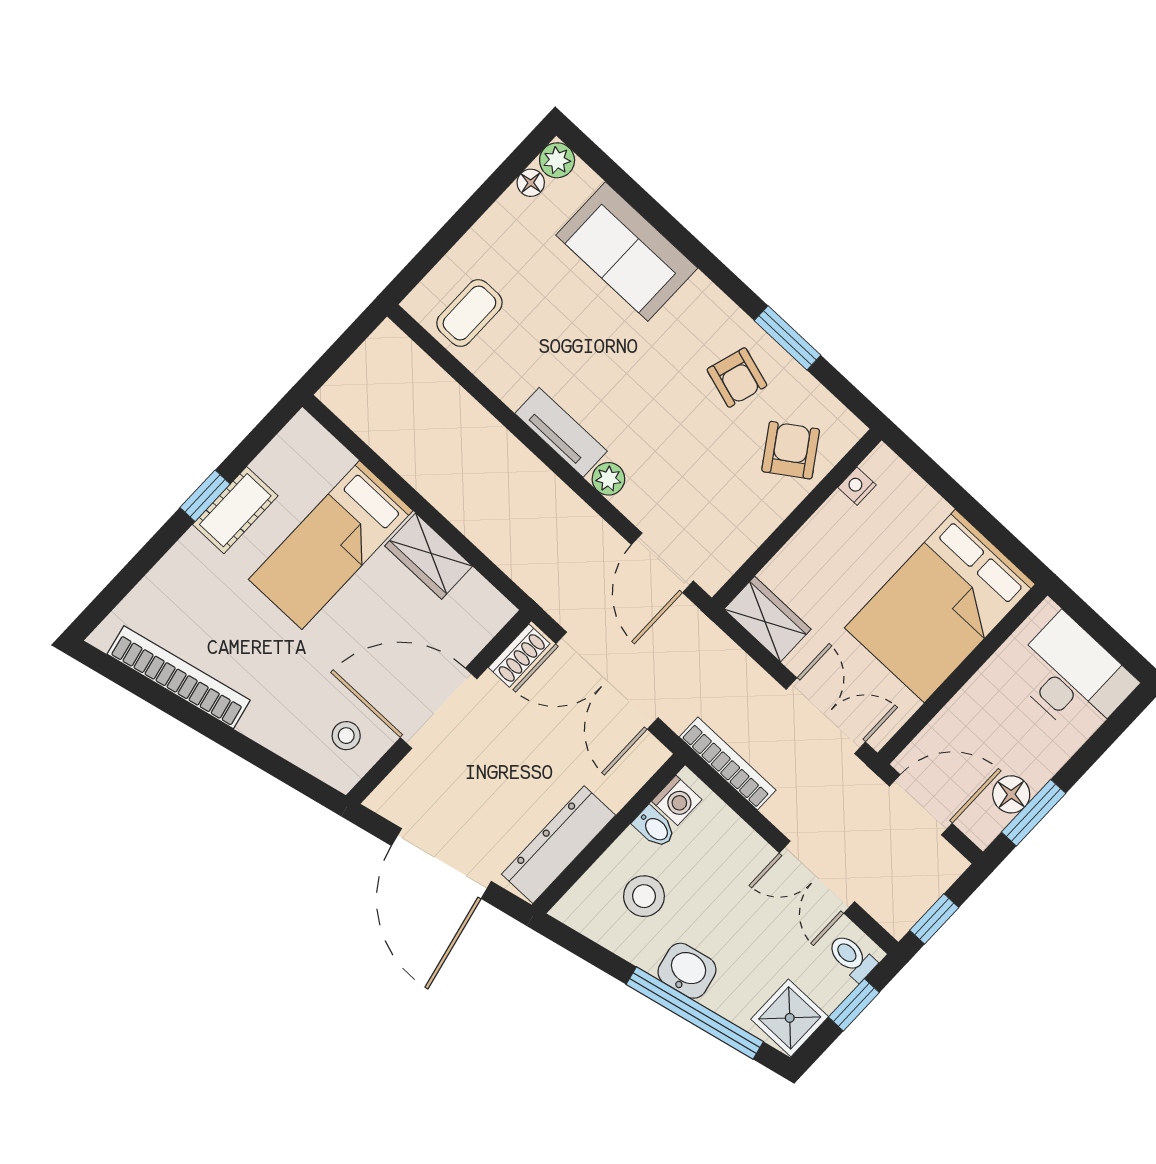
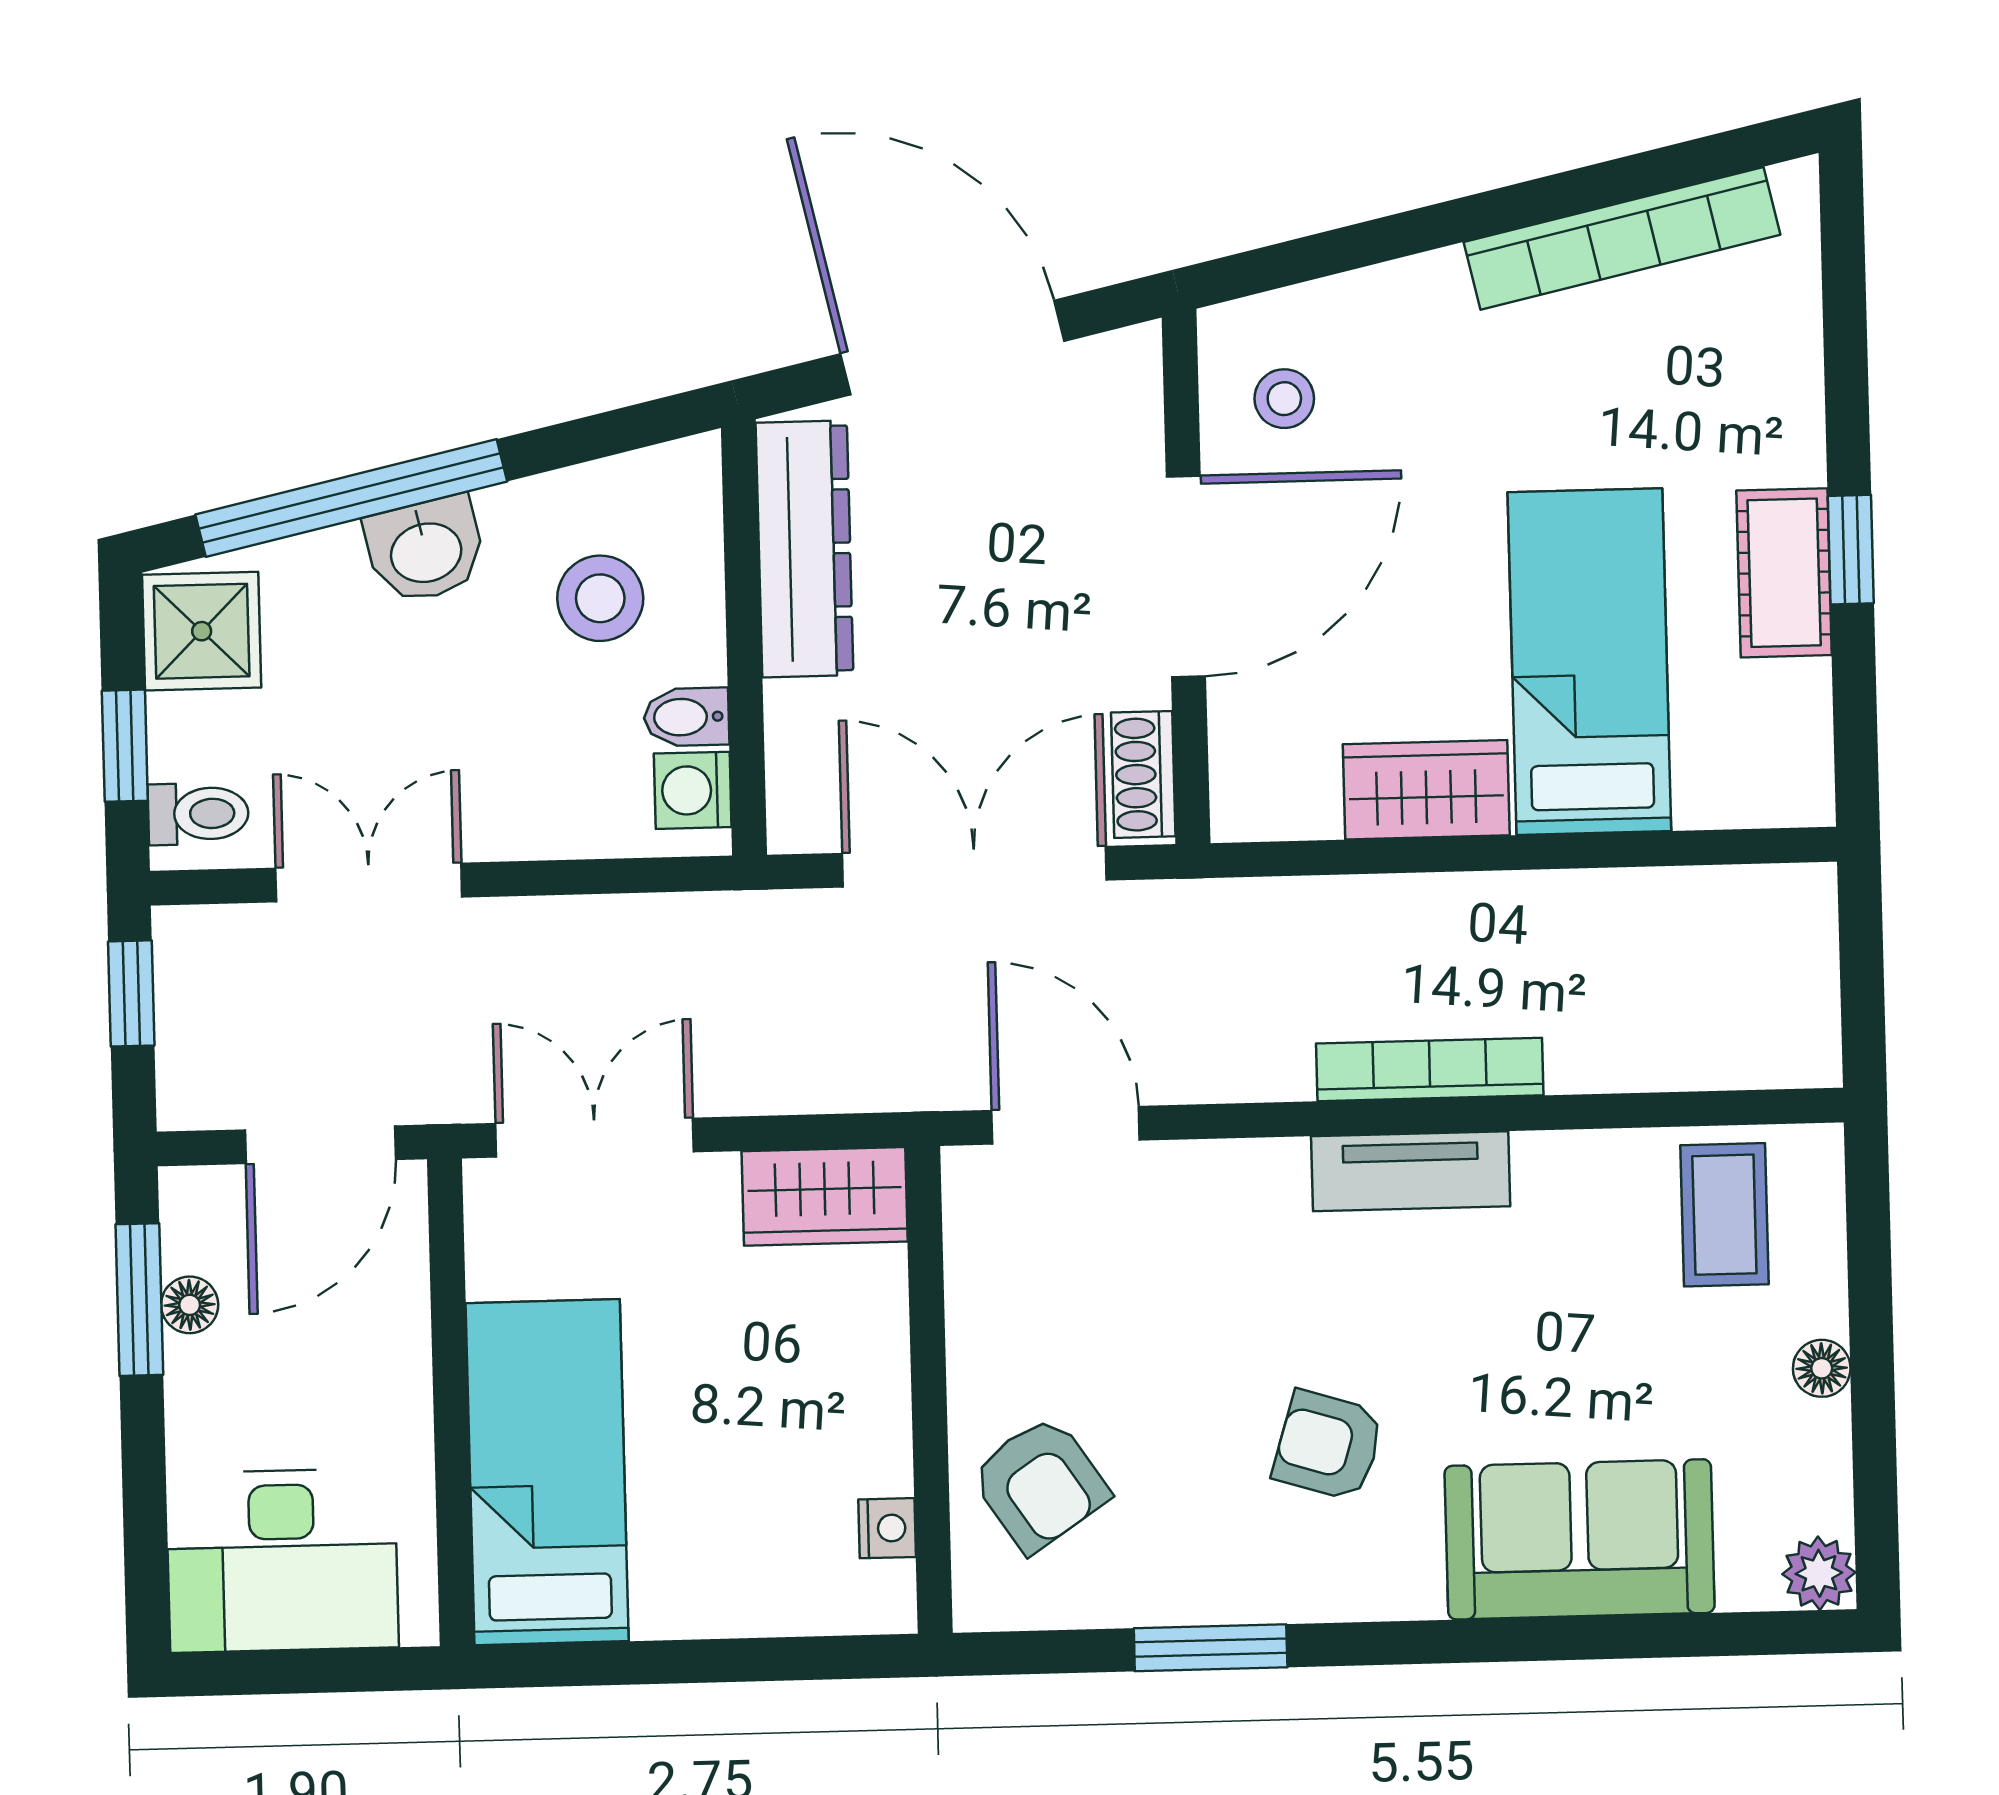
floor lamp: (531, 183) -> (1822, 1368), moved
armchair: (737, 377) -> (1328, 1445), moved
plant: (608, 479) -> (1271, 1172), removed
bed: (940, 606) -> (547, 1472), width x0.67
double door: (826, 716) -> (595, 1138), swing flipped
bookcase: (728, 764) -> (1430, 1069), moved, turned 180
floor lamp: (1011, 794) -> (190, 1305), width x0.73, depth x0.73

